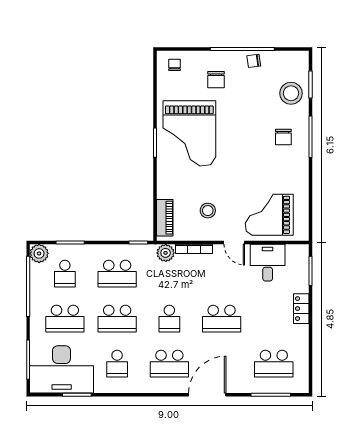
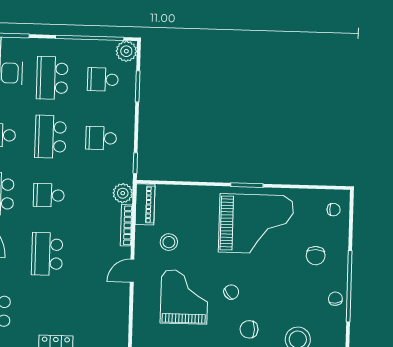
chair: (216, 80) -> (316, 256), turned -90
grand piano: (189, 133) -> (256, 224), turned 180
chair: (251, 154) -> (231, 292), added
grand piano: (269, 215) -> (184, 297), moved
piano: (165, 218) -> (145, 204), moved, turned -90
desk: (268, 263) -> (108, 307), removed
school desk: (117, 274) -> (101, 138), width x0.54

